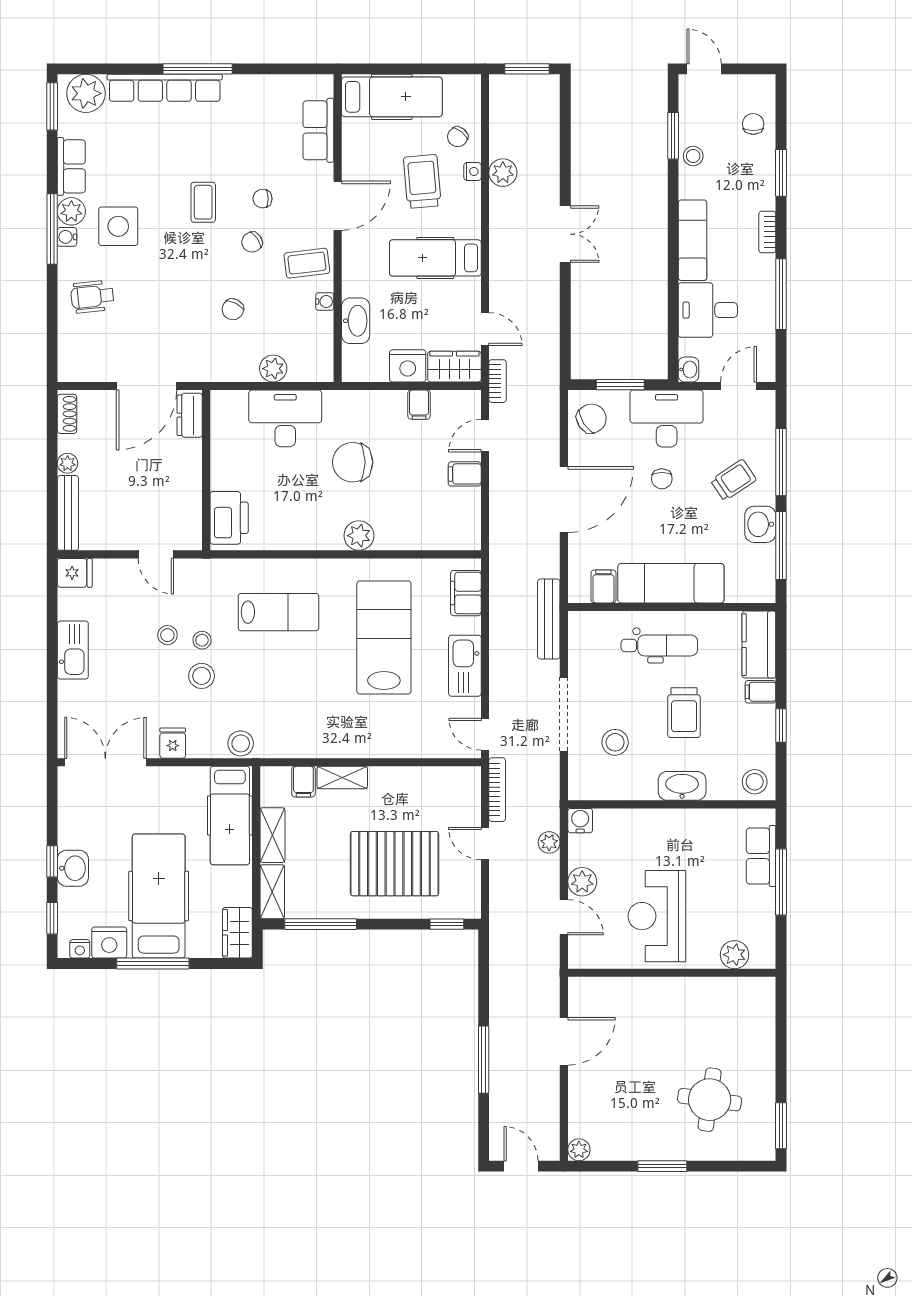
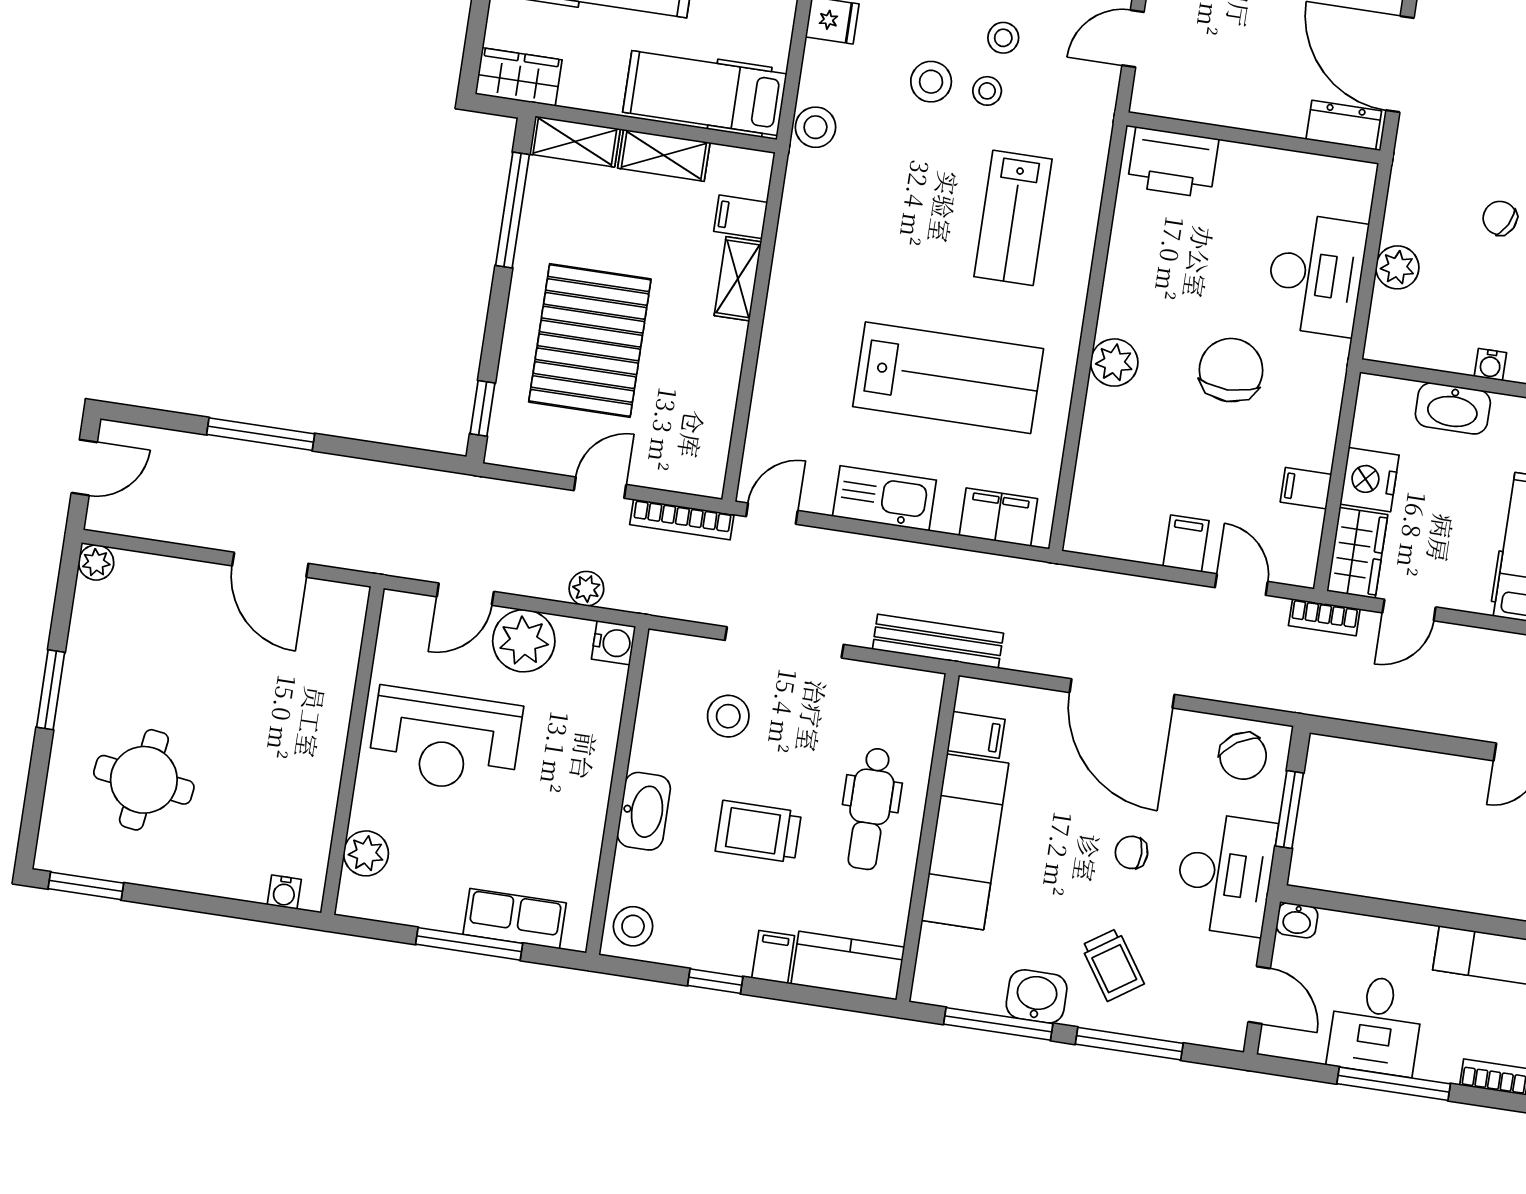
desk: (708, 310) -> (1376, 1025), moved, turned 180
plant: (582, 882) -> (524, 641), width x1.36, depth x1.36
reception desk: (657, 916) -> (445, 741), turned 180
water cooler: (766, 1002) -> (284, 892), added

